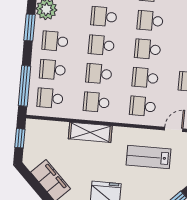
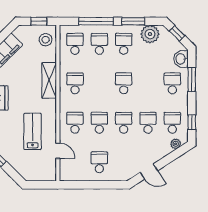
school desk: (104, 17) -> (148, 83), removed
school desk: (99, 74) -> (99, 83), removed
window: (24, 86) -> (96, 21), moved
stool: (42, 132) -> (46, 40), added

